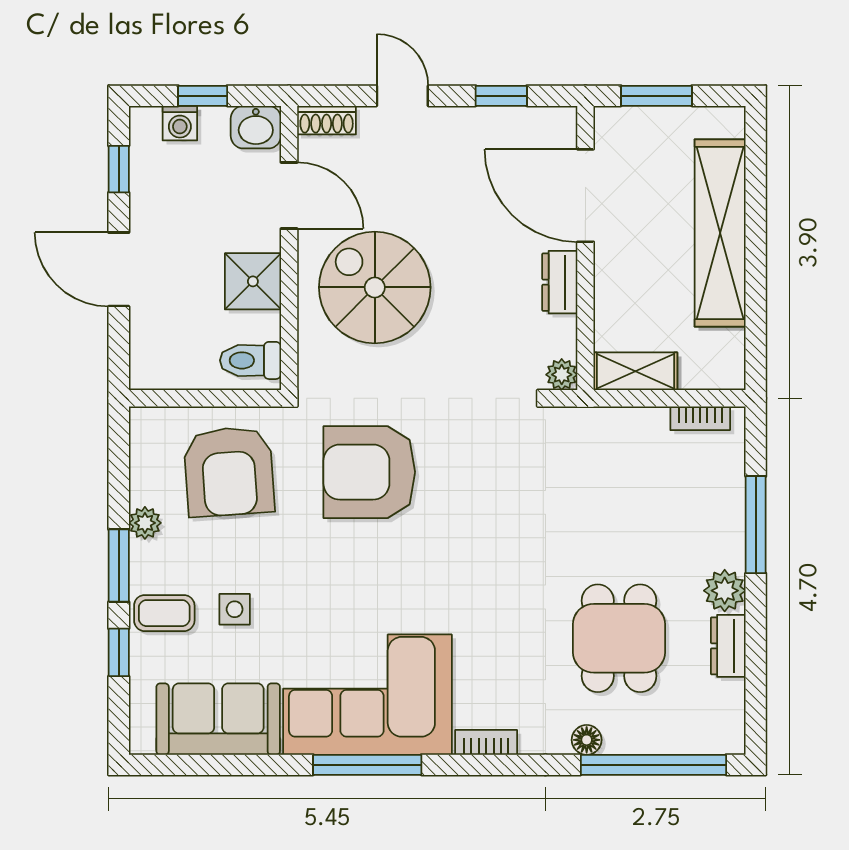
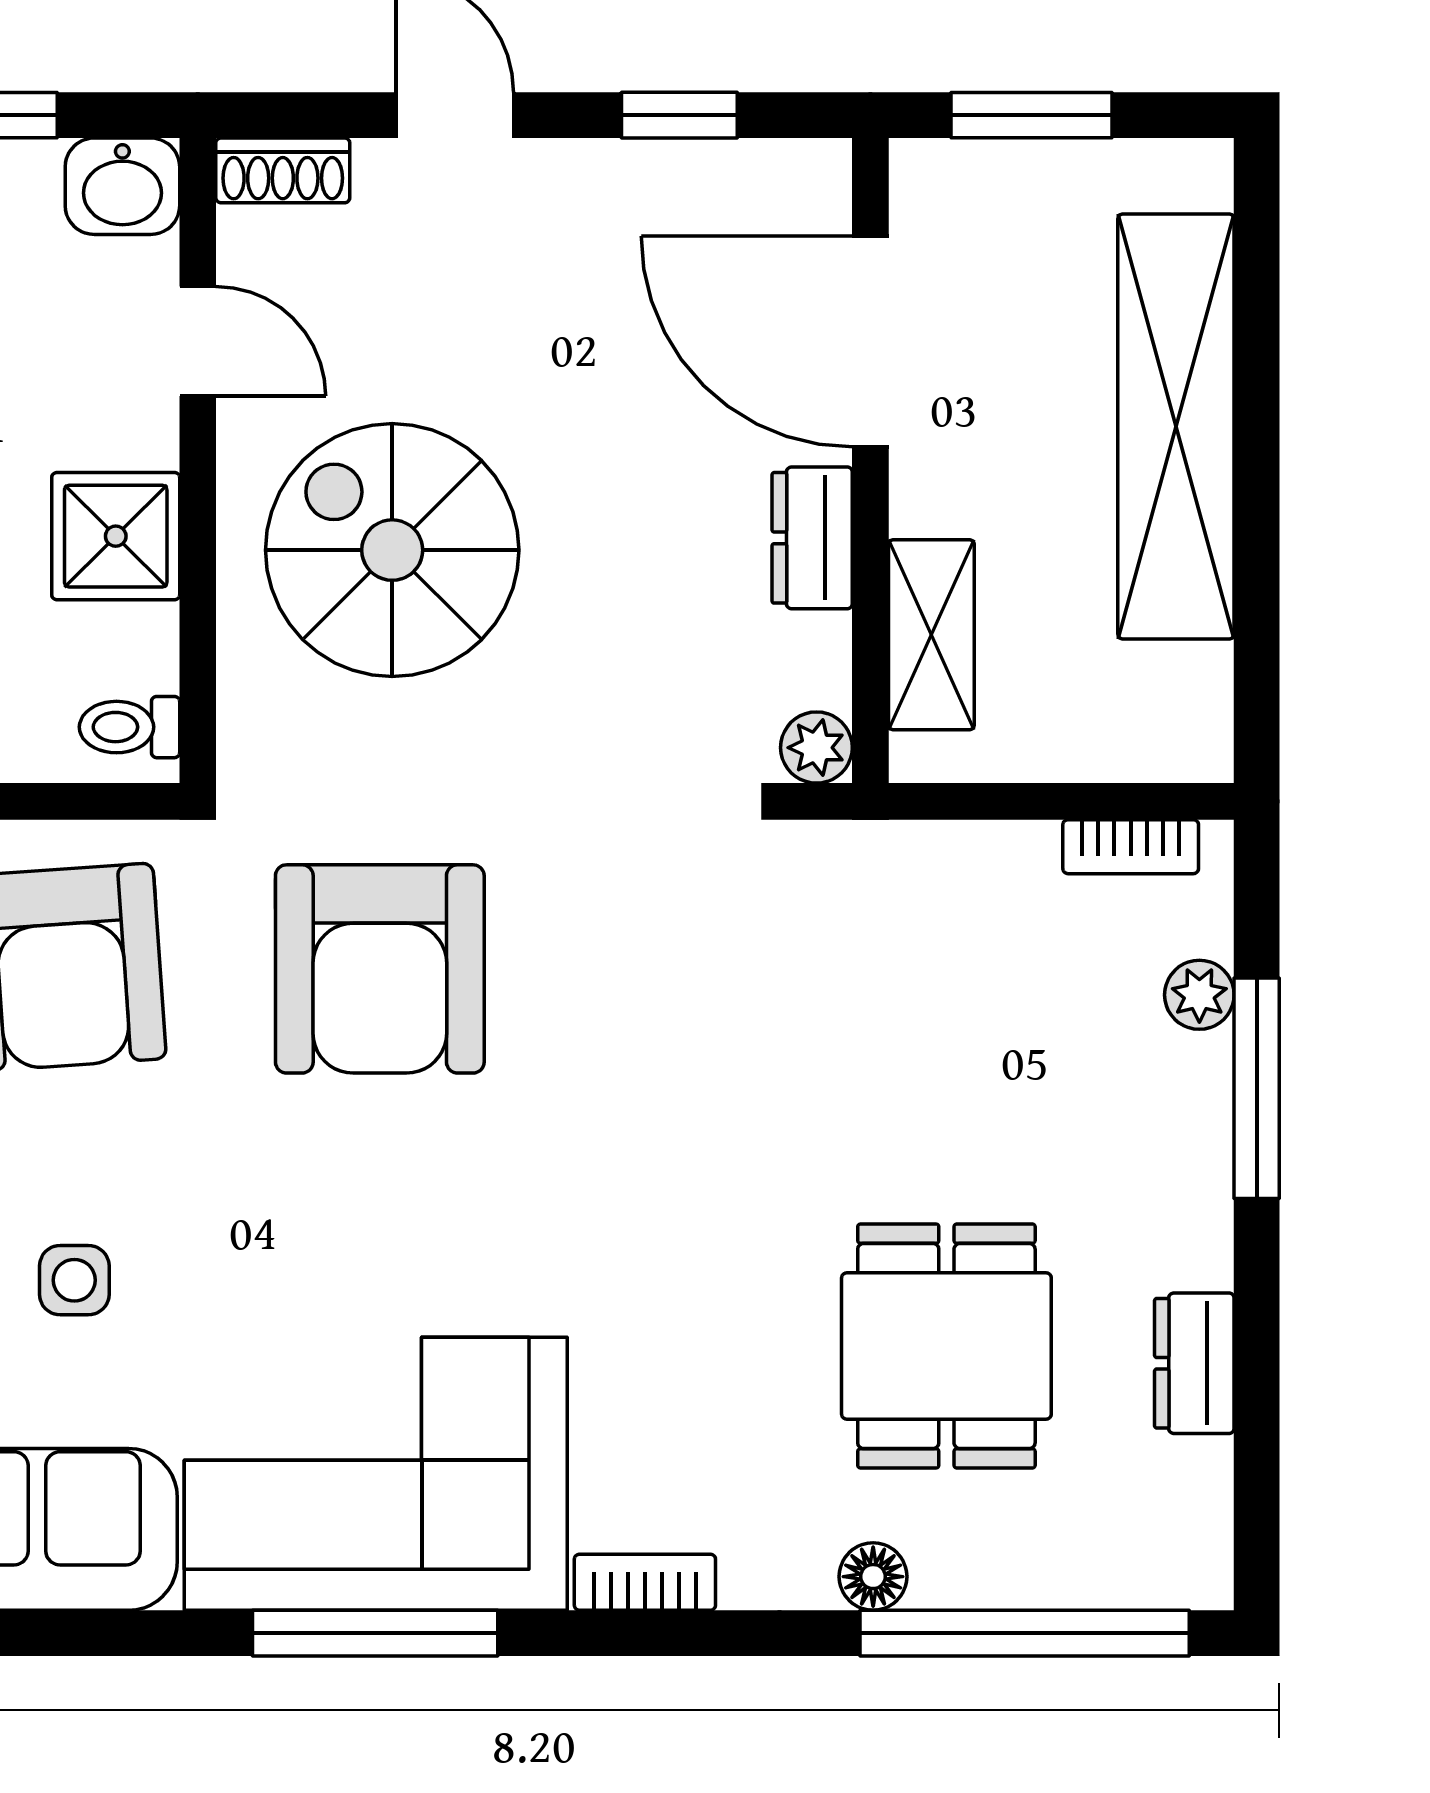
door: (289, 195) -> (198, 341), width x0.73
toilet: (250, 360) -> (130, 727), width x0.73, depth x0.72
shelving: (635, 371) -> (931, 635), moved, turned 90
armchair: (369, 472) -> (380, 969), turned -90
plant: (725, 591) -> (1199, 995), moved, width x0.73, depth x0.73

